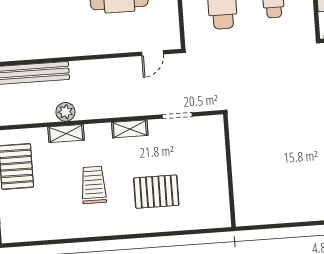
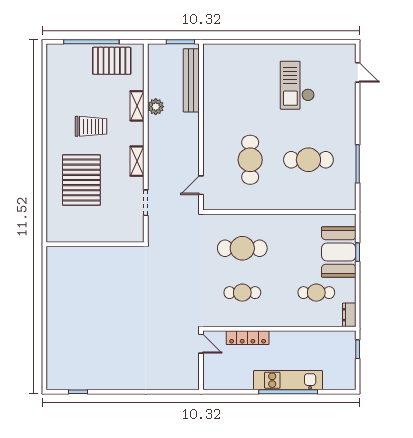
door: (152, 53) -> (201, 185), hinge flipped
pallet: (156, 192) -> (81, 180), width x1.37, depth x1.41

